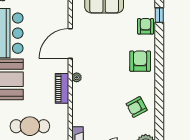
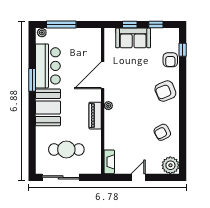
armchair: (146, 26) -> (170, 60), turned 180
armchair: (140, 61) -> (165, 91), turned -112

